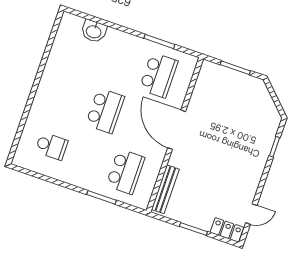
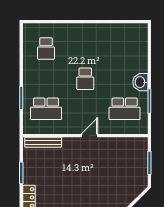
washbasin: (94, 31) -> (140, 82), moved
school desk: (105, 111) -> (85, 79), width x0.54
door: (177, 130) -> (89, 136), width x0.53

